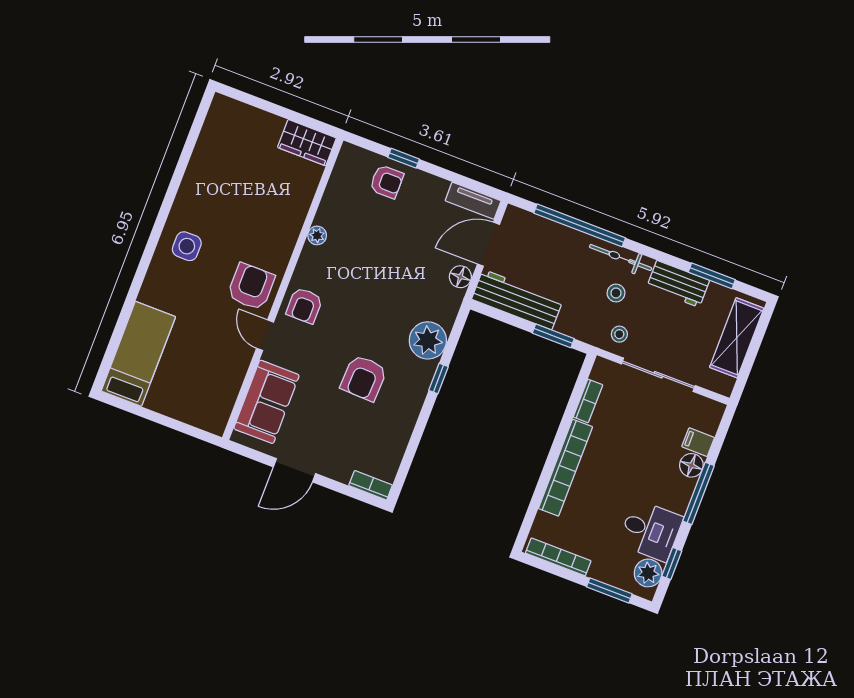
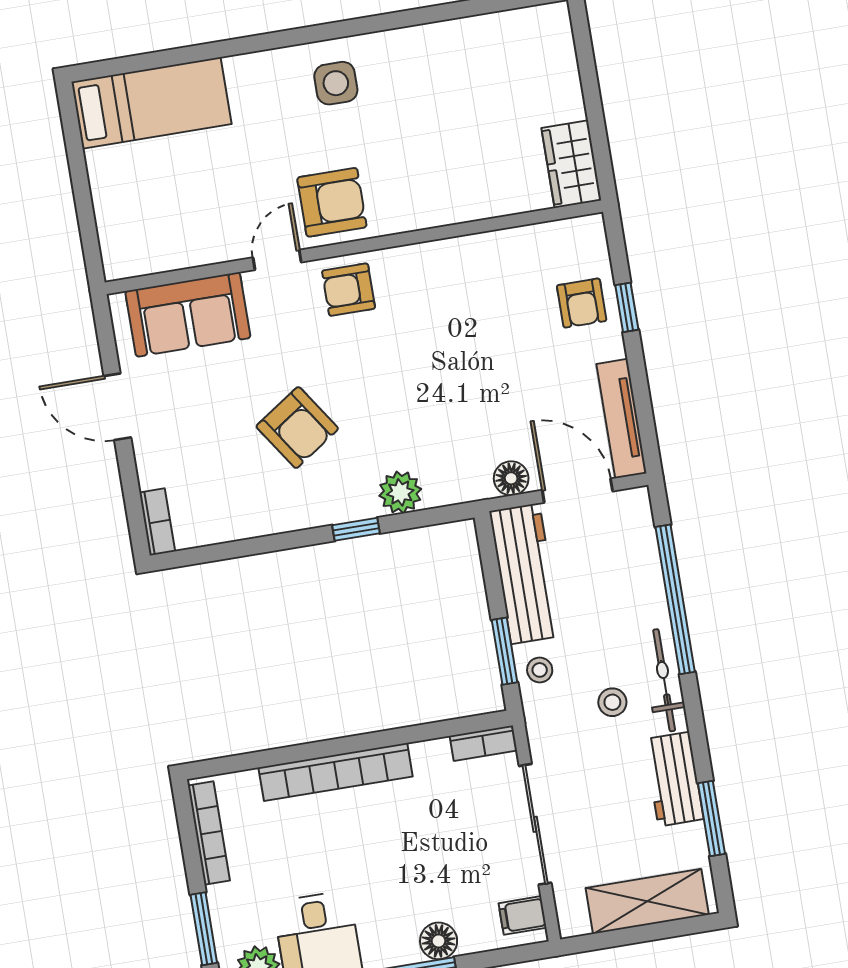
tv unit: (473, 201) -> (621, 419), width x1.41
plant: (317, 235) -> (454, 251), removed
stool: (619, 334) -> (540, 670), moved
plant: (428, 340) -> (400, 492), width x0.73, depth x0.73
armchair: (364, 378) -> (297, 428), turned -126
bookcase: (588, 401) -> (483, 743), moved
filing cabinet: (698, 442) -> (522, 915), moved, turned -90

